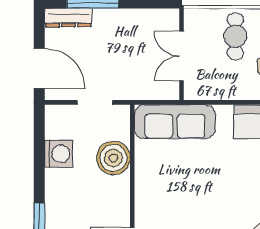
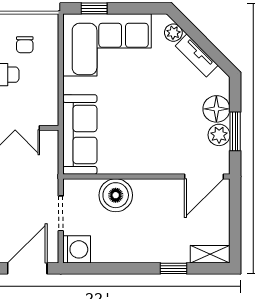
washing machine: (59, 154) -> (77, 249), moved, turned 90

